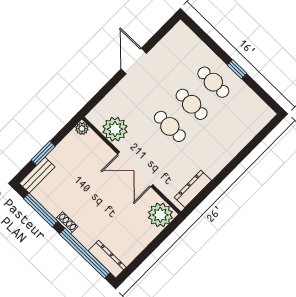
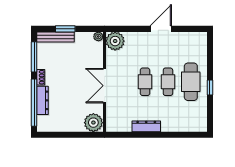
cafe table: (213, 82) -> (191, 82), width x1.37, depth x1.35
plant: (115, 129) -> (115, 41), moved
bench: (37, 175) -> (56, 37), width x1.36
dresser: (193, 189) -> (146, 126), moved
dresser: (107, 259) -> (43, 100), moved

